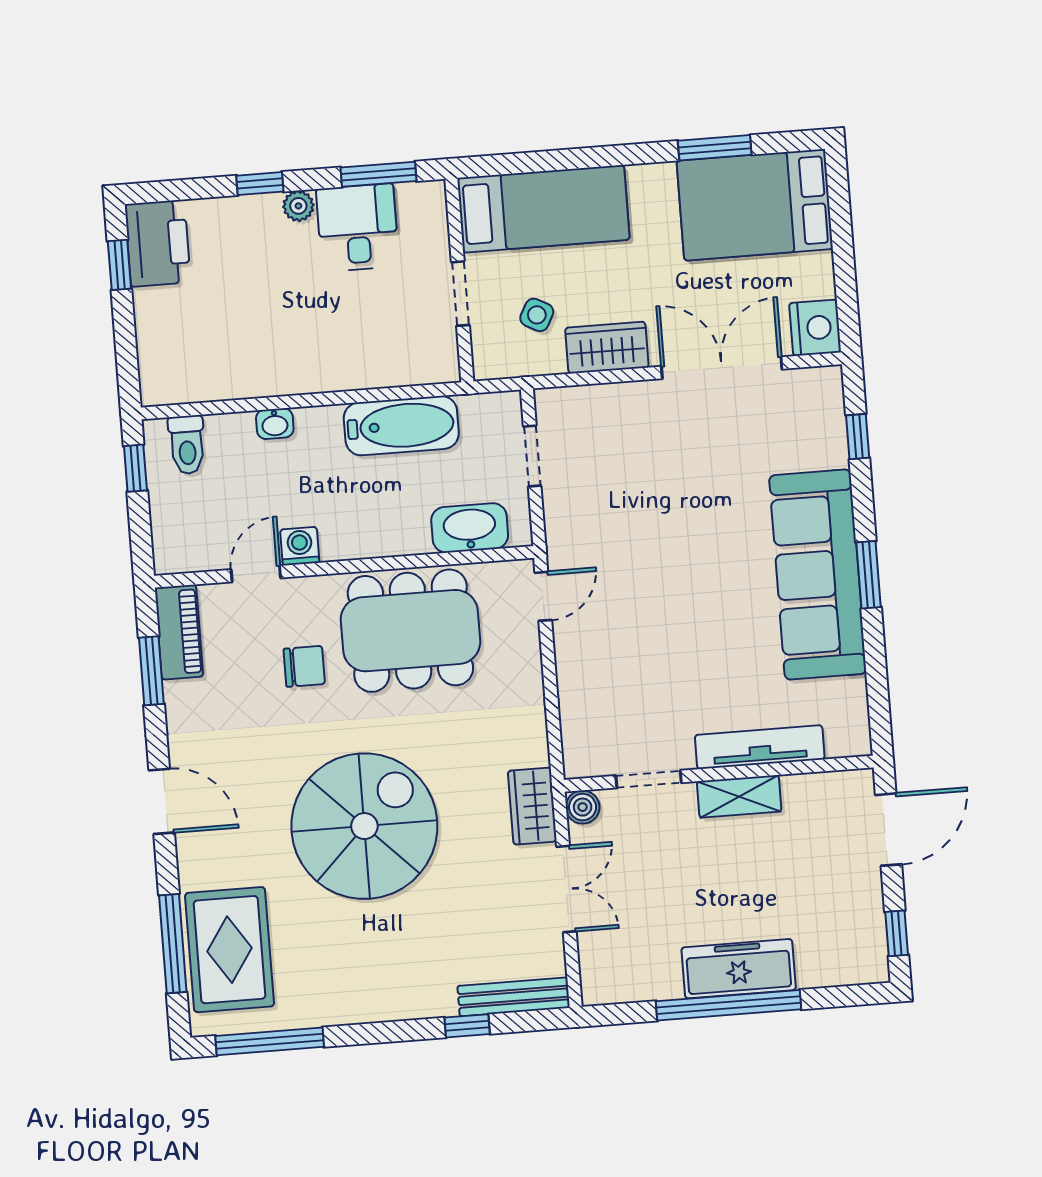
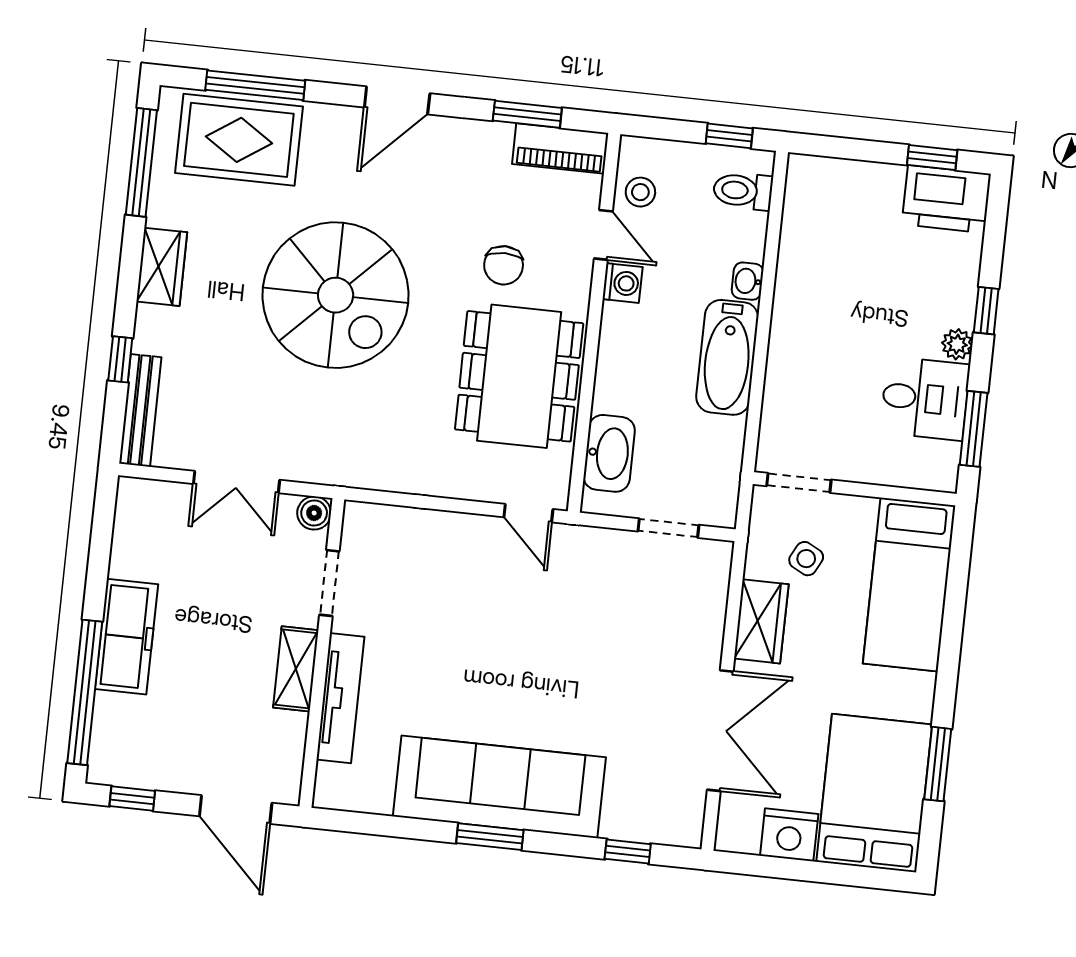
doorway: (460, 294) -> (799, 483), moved
nightstand: (815, 328) -> (789, 835), moved
bathtub: (401, 426) -> (727, 357), moved
stool: (207, 545) -> (640, 192), added
wardrobe: (532, 806) -> (162, 267), moved, turned 90
window: (729, 1005) -> (85, 692), moved

